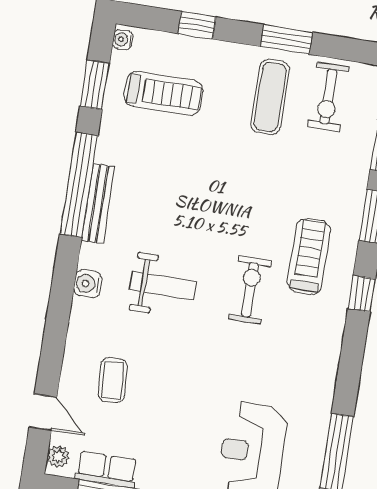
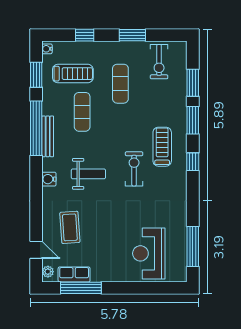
exercise mat: (270, 97) -> (120, 84), moved
exercise mat: (170, 168) -> (82, 112), added
coffee table: (113, 380) -> (70, 227), width x1.36, depth x1.30

